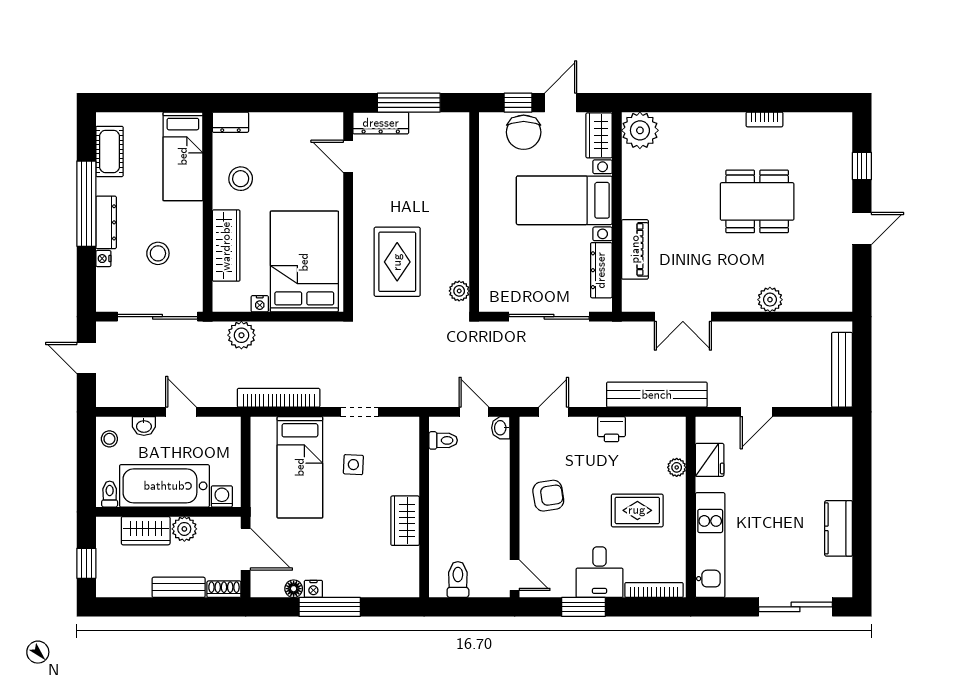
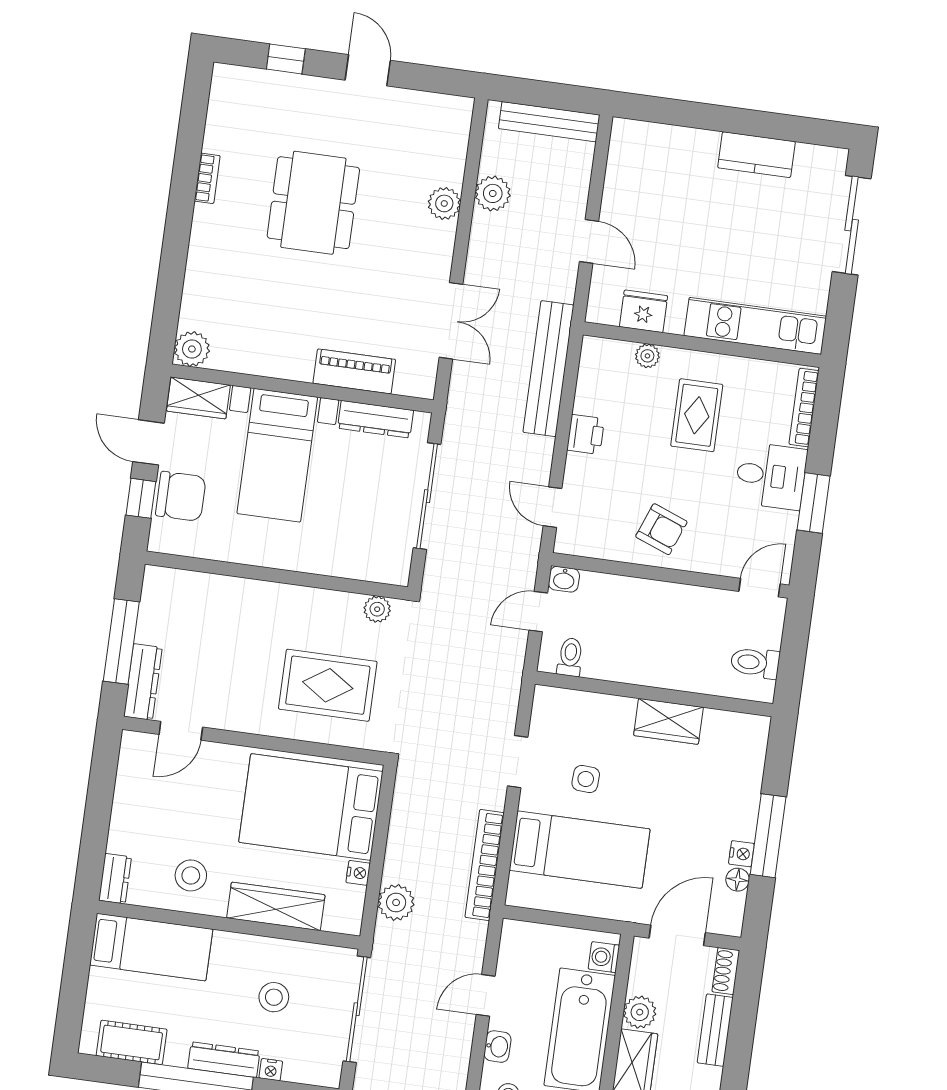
plant: (640, 130) -> (192, 349), width x0.73, depth x0.73
plant: (782, 335) -> (493, 193), added
armchair: (548, 496) -> (661, 529), turned 120

